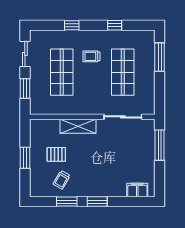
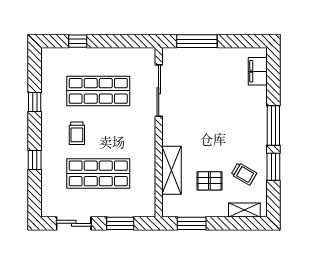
window: (160, 57) -> (78, 41), width x0.46
shelving: (78, 126) -> (172, 170), moved
pallet: (56, 154) -> (209, 181), turned 90
window: (25, 158) -> (192, 223), moved
shelving: (35, 180) -> (244, 210), added
window: (97, 202) -> (273, 126), width x1.44

